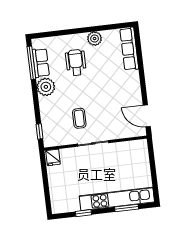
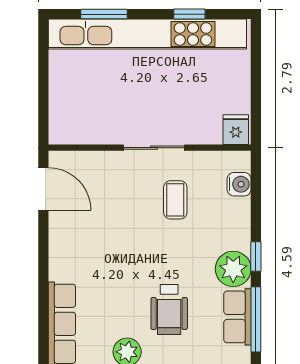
water cooler: (48, 130) -> (239, 184), added
window: (40, 131) -> (256, 256), moved
kitchen unit: (117, 199) -> (147, 34), width x1.36

